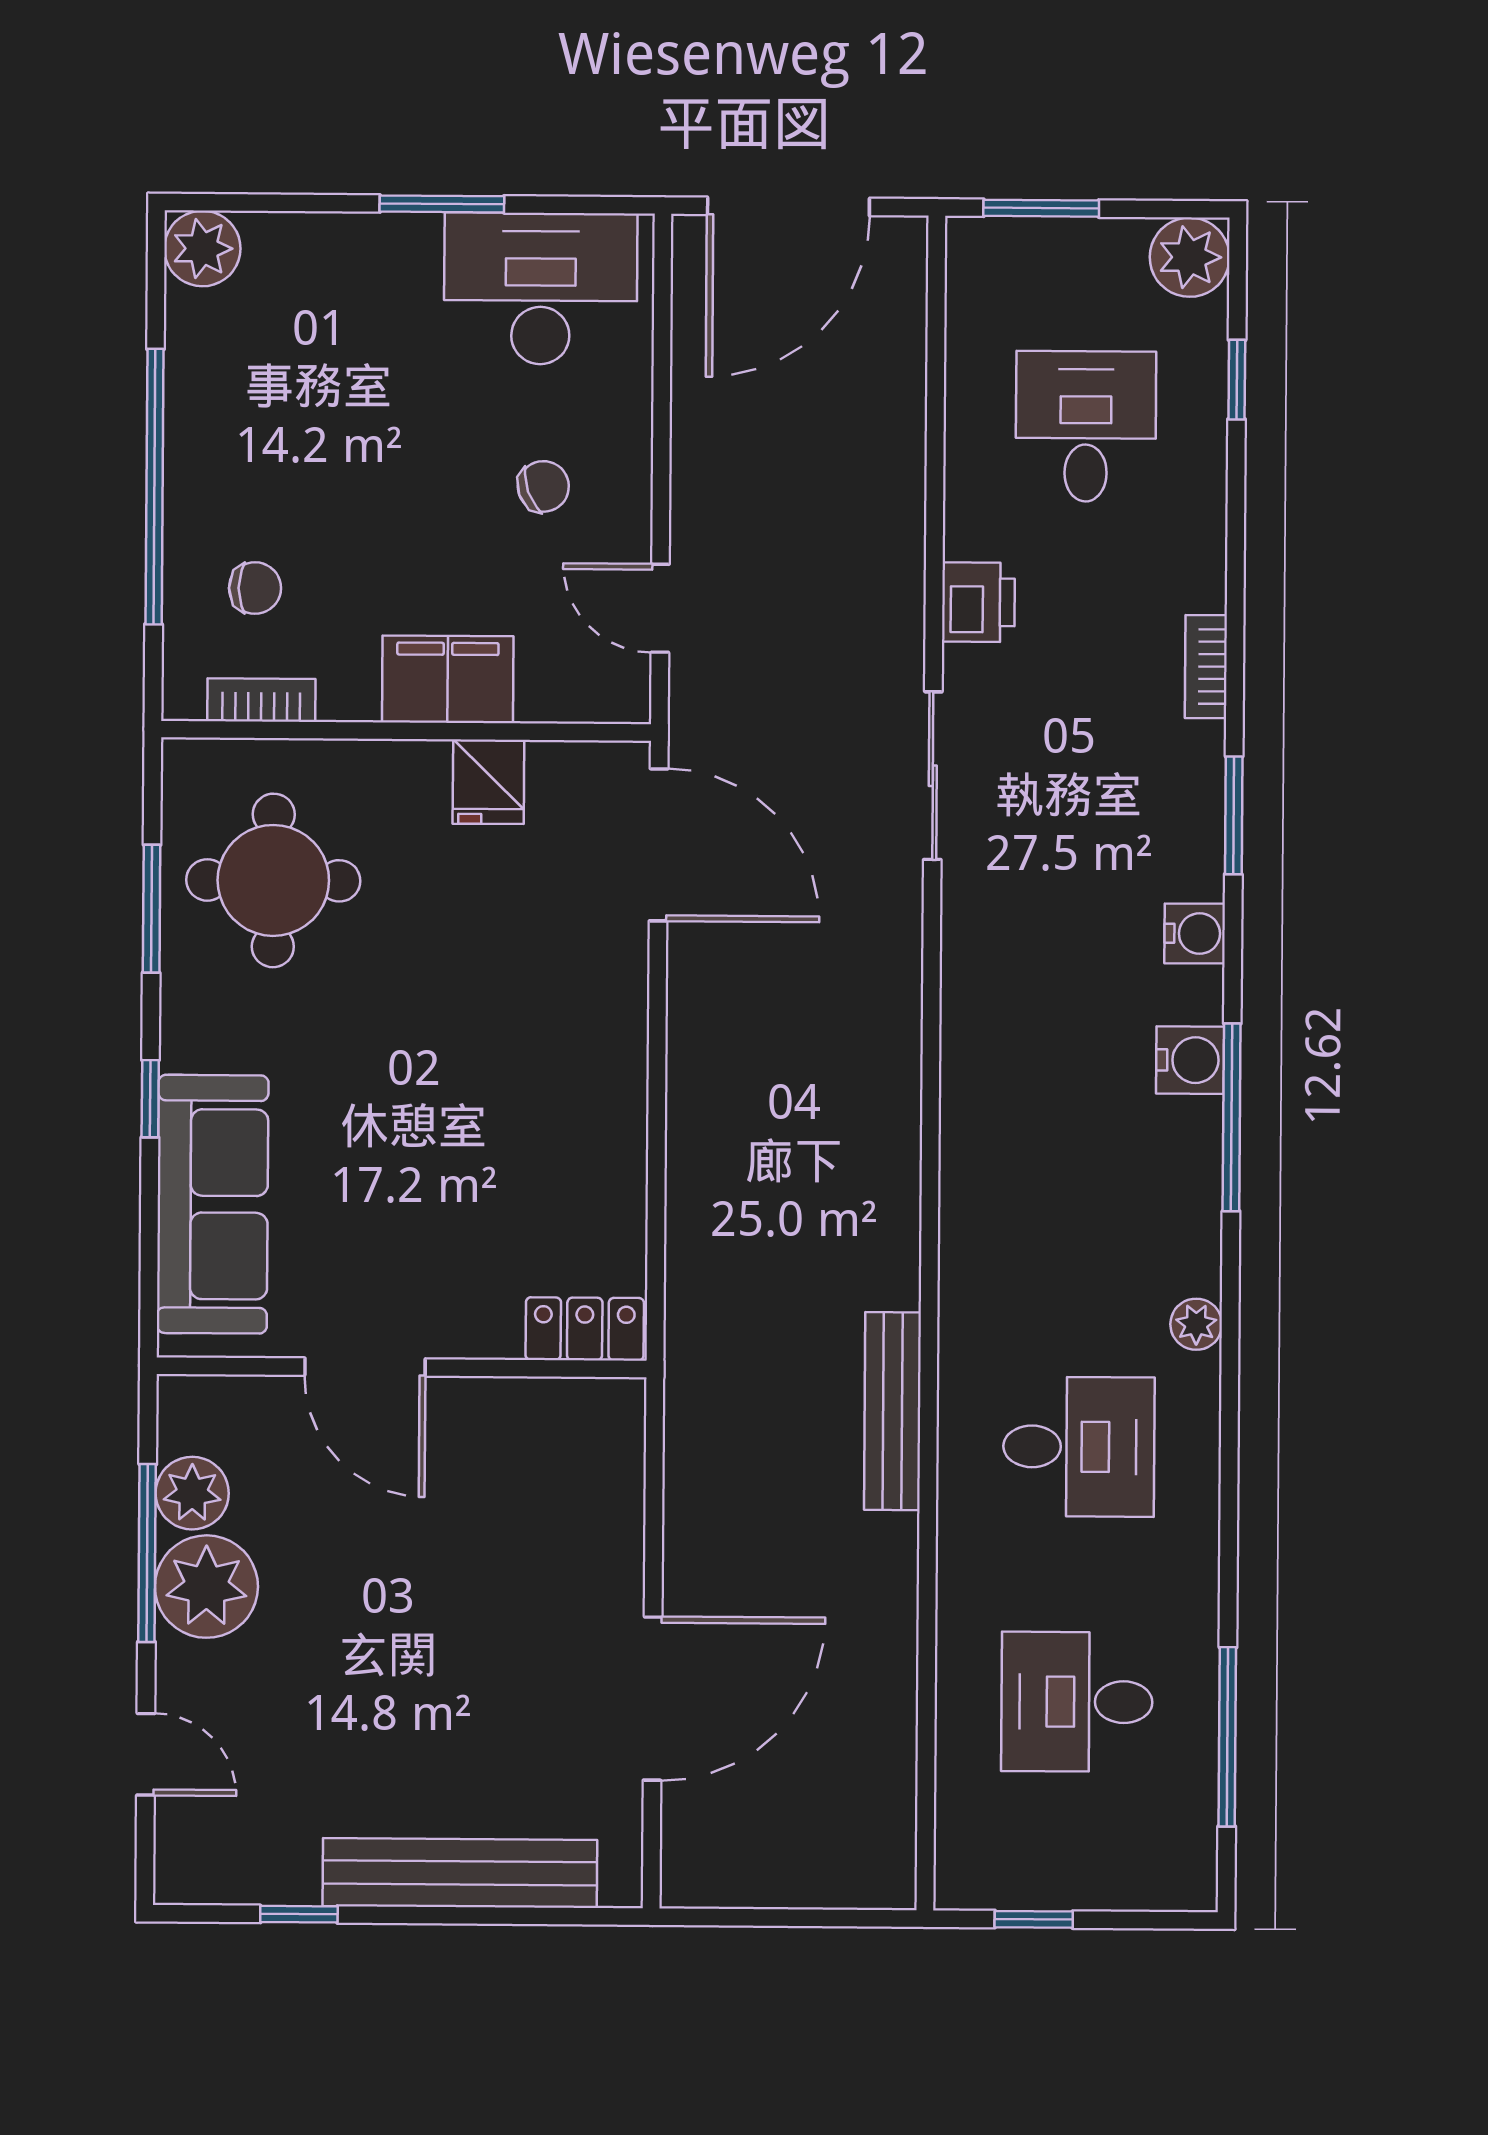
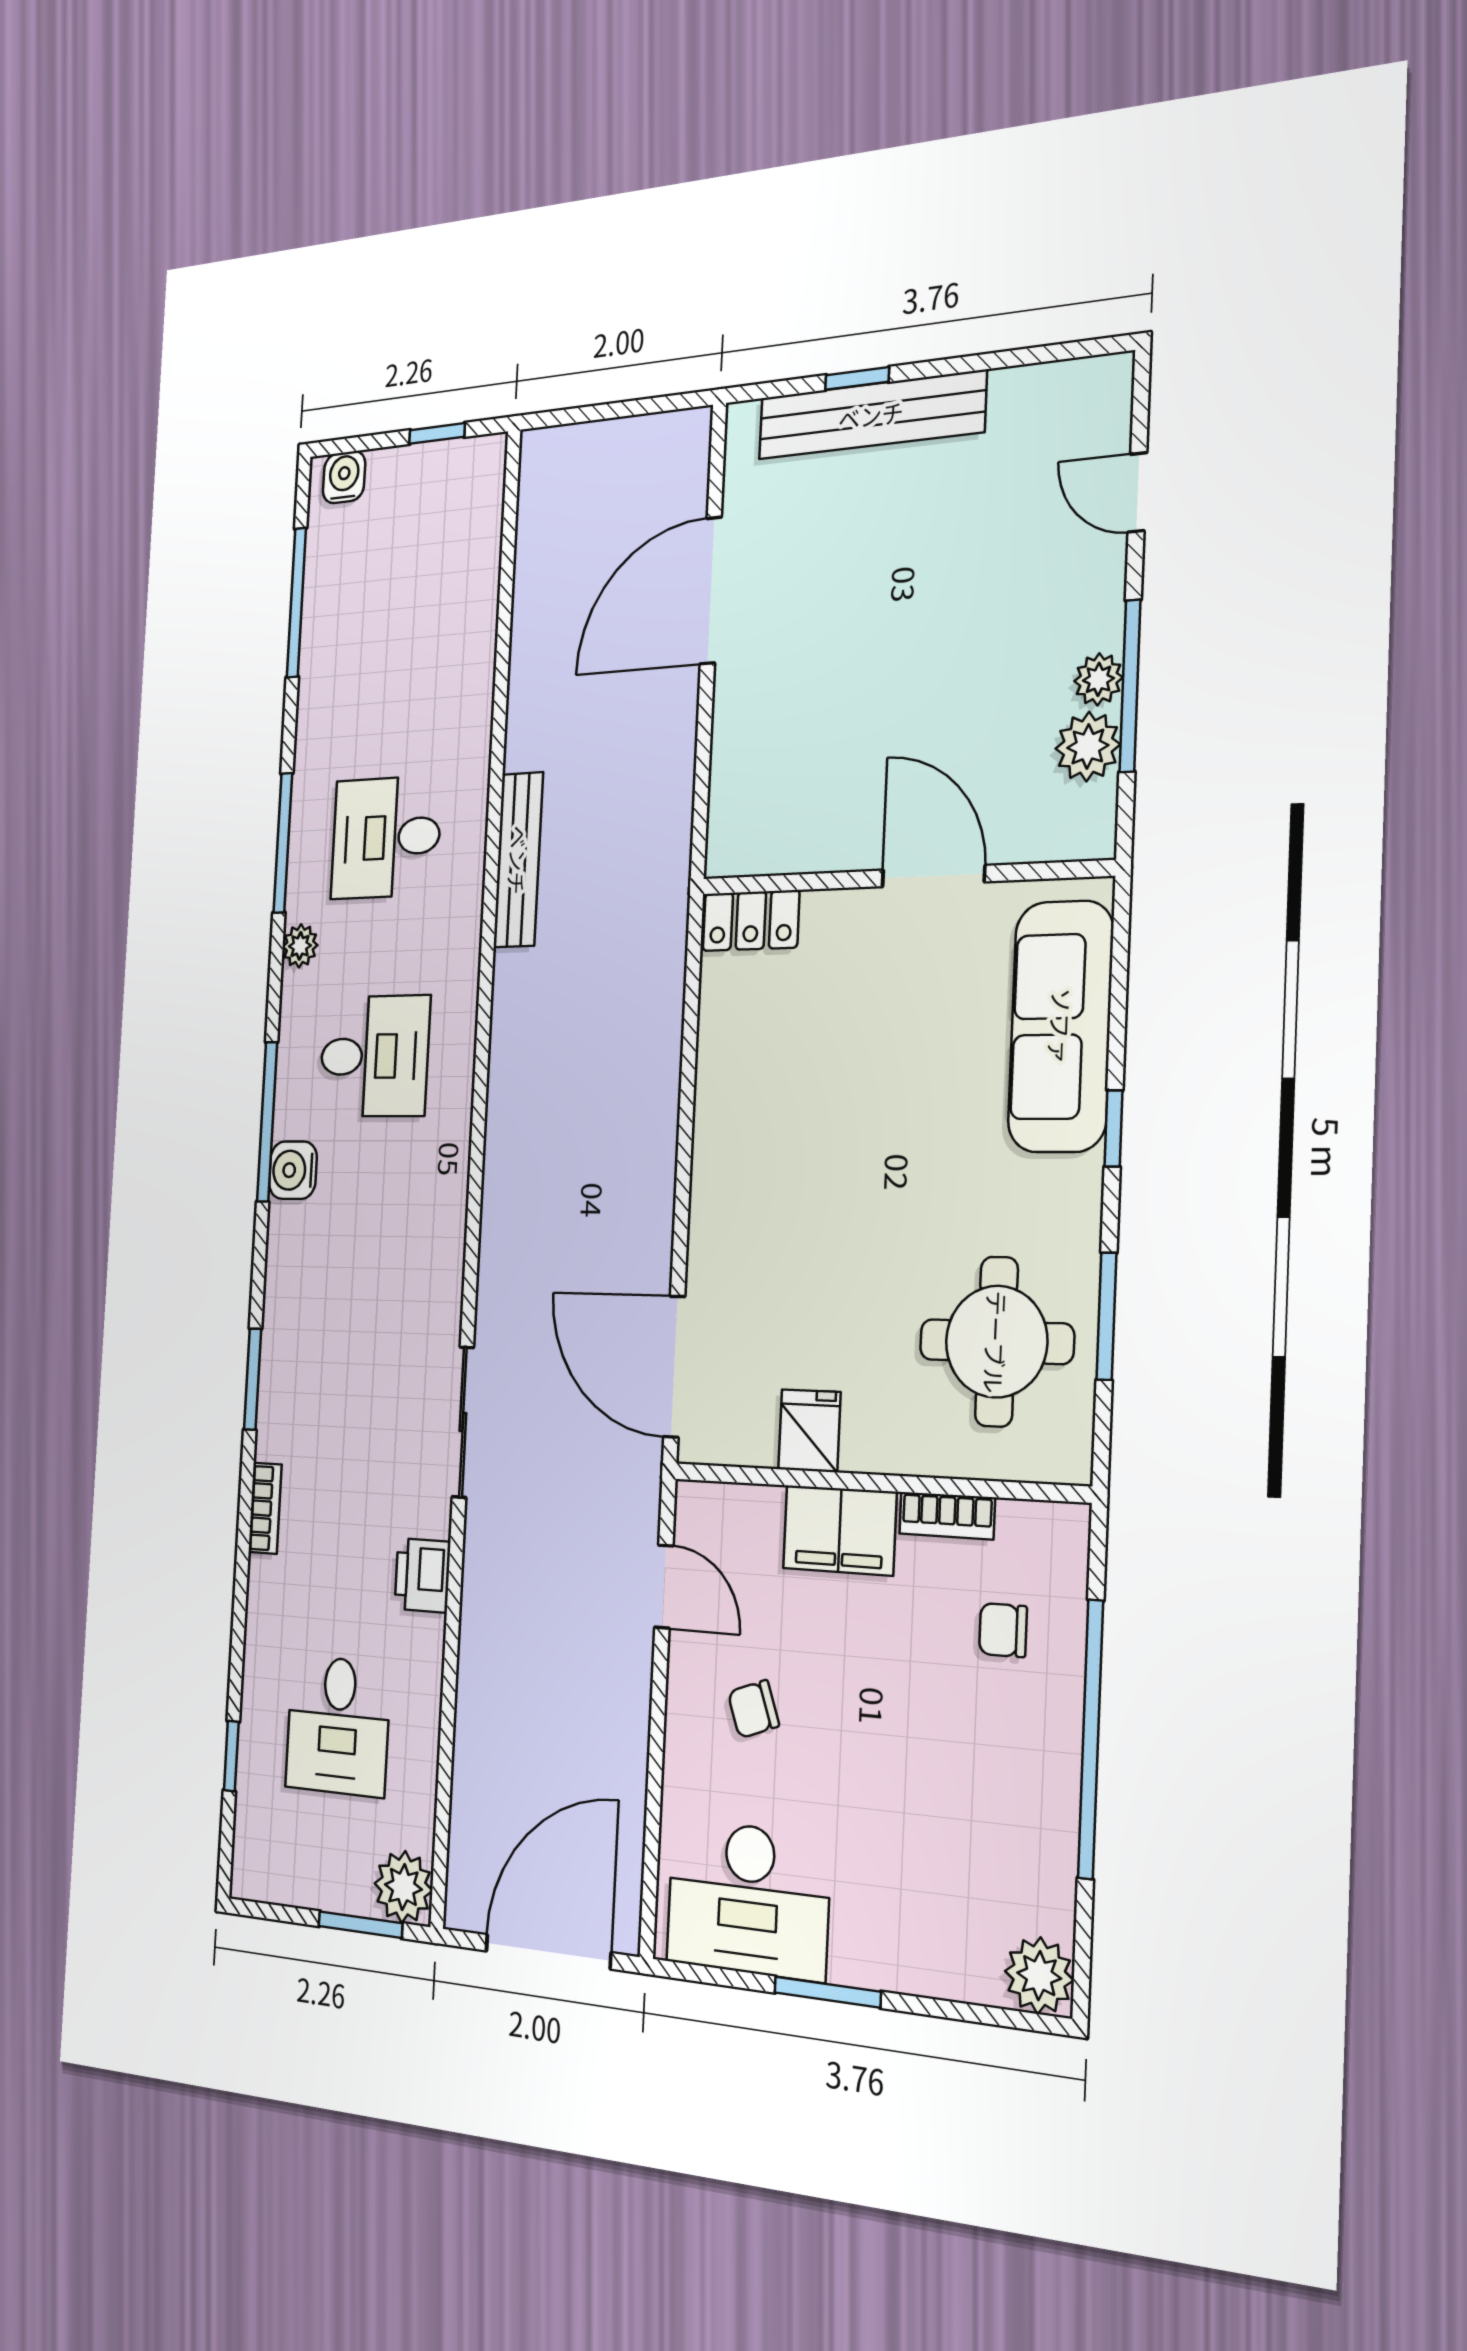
plant: (1190, 257) -> (403, 1887), moved
bookcase: (261, 700) -> (947, 1516), moved
water cooler: (1195, 933) -> (344, 477), moved, turned 90
window: (1229, 1448) -> (283, 843), added
plant: (206, 1587) -> (1098, 679), width x0.53, depth x0.53
desk: (1077, 1702) -> (374, 1056), moved
window: (299, 1914) -> (857, 378), moved

